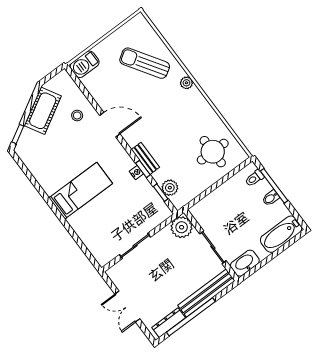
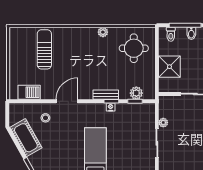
sun lounger: (145, 63) -> (44, 49), turned 123
barbecue: (85, 64) -> (29, 92), moved, turned -90
plant: (186, 83) -> (103, 32), moved
shower: (221, 201) -> (169, 67), added
plant: (182, 227) -> (163, 123), moved, width x0.53, depth x0.53

